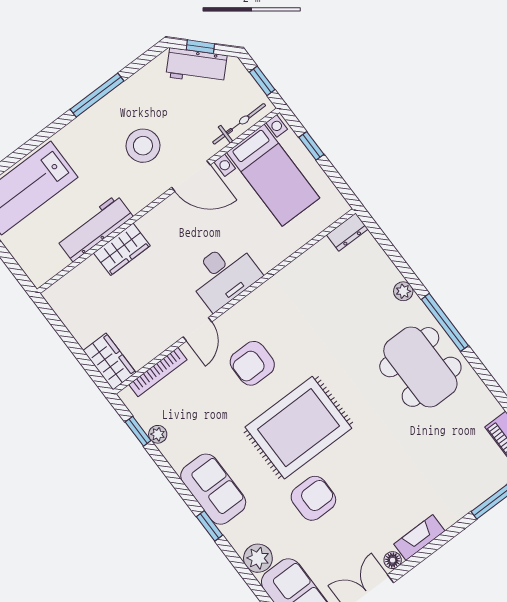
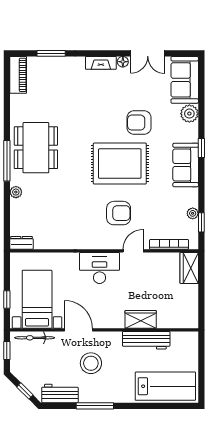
workbench: (196, 66) -> (60, 393), moved, turned -45

